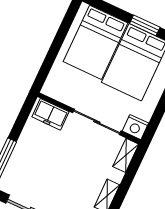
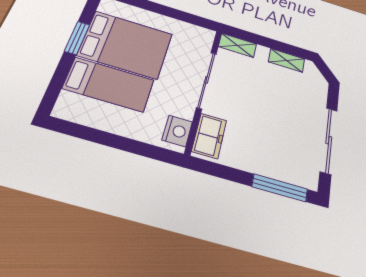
bed: (95, 42) -> (109, 84), width x0.67
nightstand: (135, 127) -> (177, 131), moved

